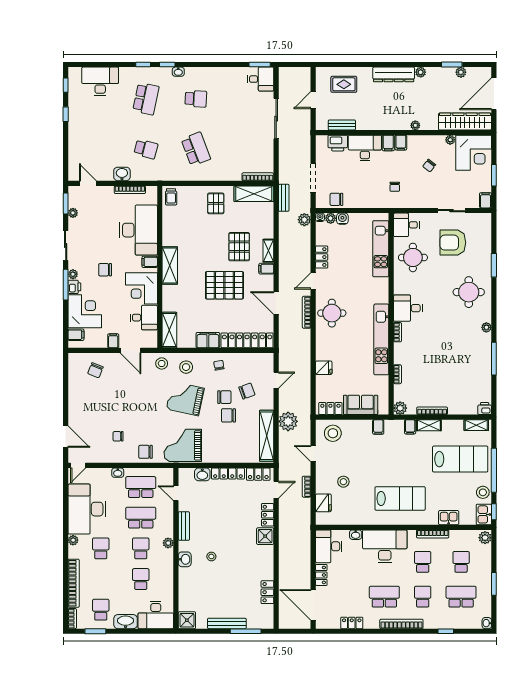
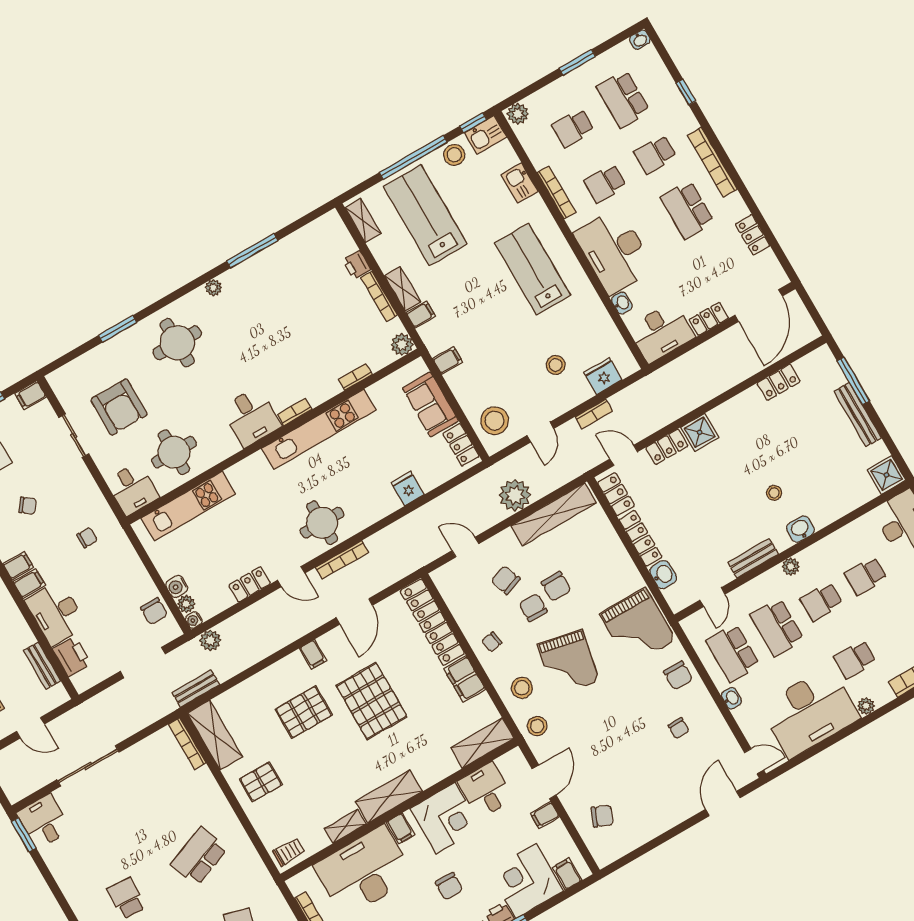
shelving: (268, 251) -> (345, 826), moved
printer: (485, 409) -> (357, 265), moved

